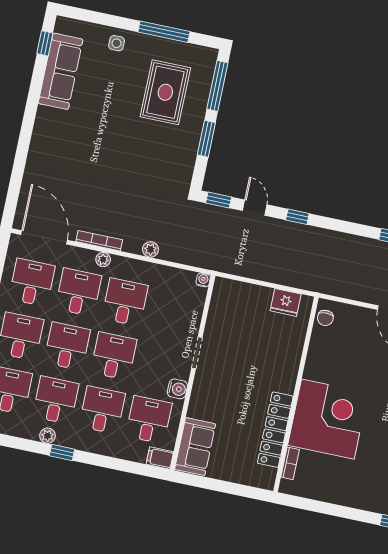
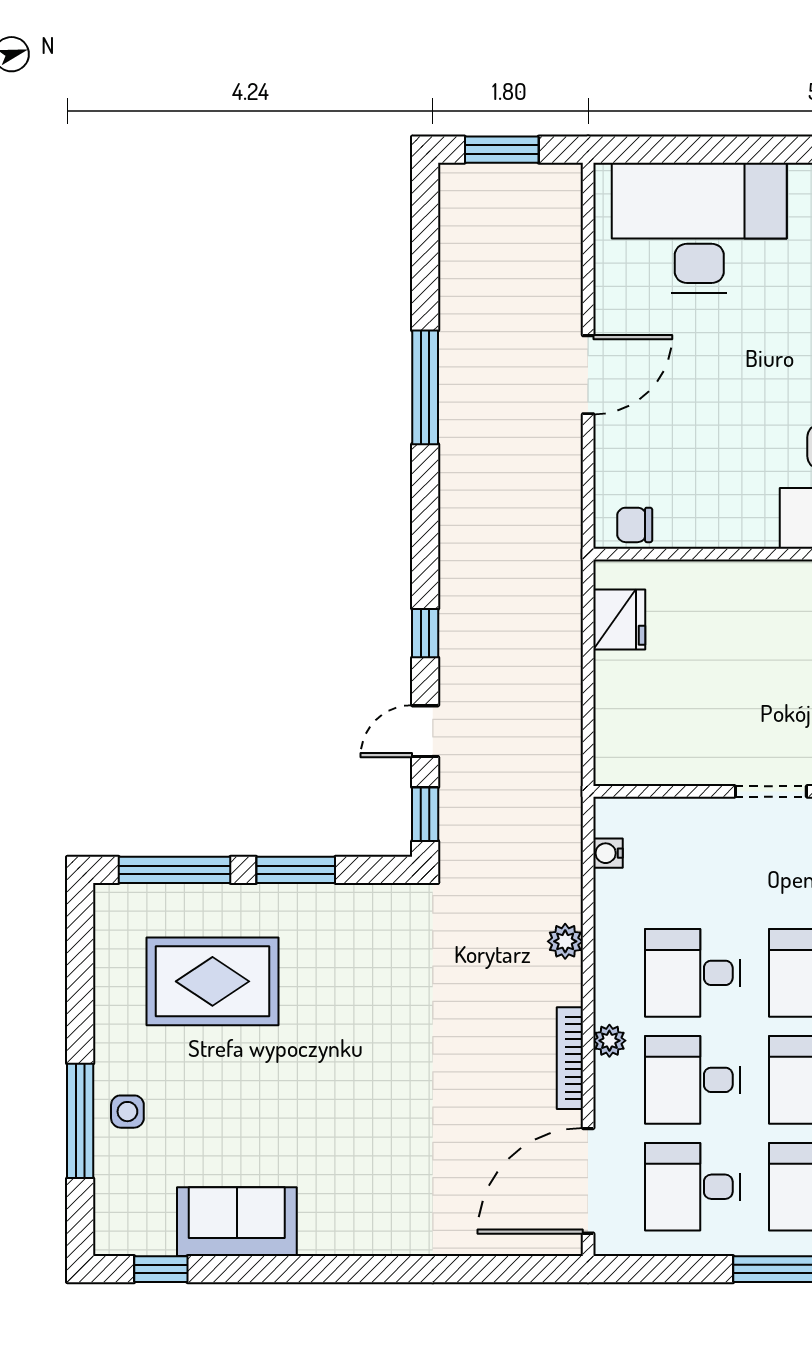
window: (164, 32) -> (80, 1121), moved
sofa: (61, 71) -> (237, 1222), width x0.73
water cooler: (203, 280) -> (608, 853), moved
chair: (325, 318) -> (635, 525), turned 180

